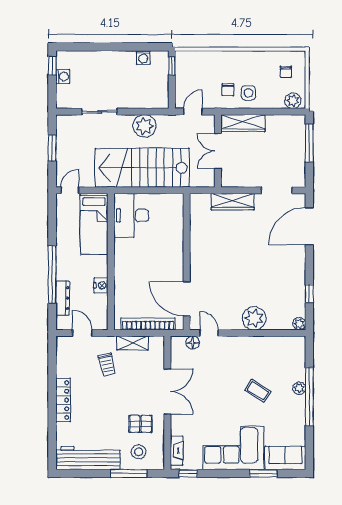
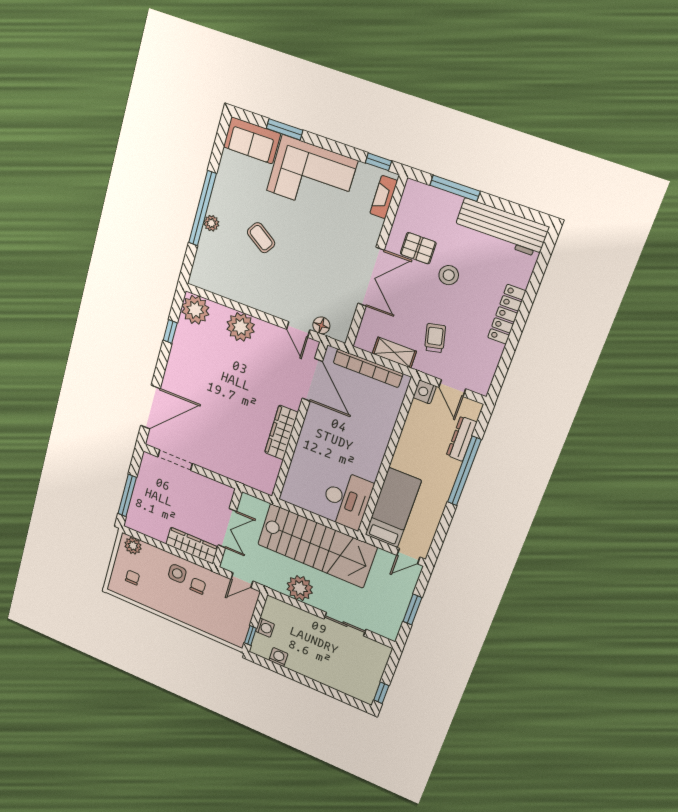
washing machine: (63, 76) -> (265, 628), moved, turned 180
wardrobe: (233, 202) -> (281, 433), moved, turned -90
nightstand: (101, 285) -> (425, 392), moved
plant: (299, 324) -> (195, 310), width x1.88, depth x1.88
double door: (167, 392) -> (371, 277), swing flipped
stool: (139, 452) -> (449, 275), moved

